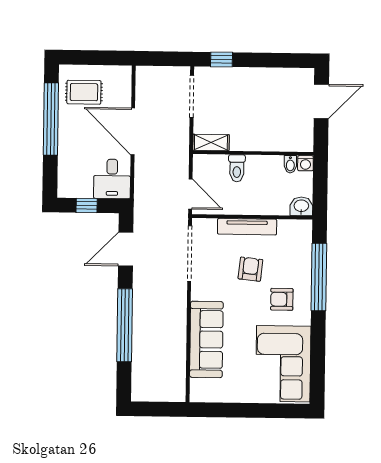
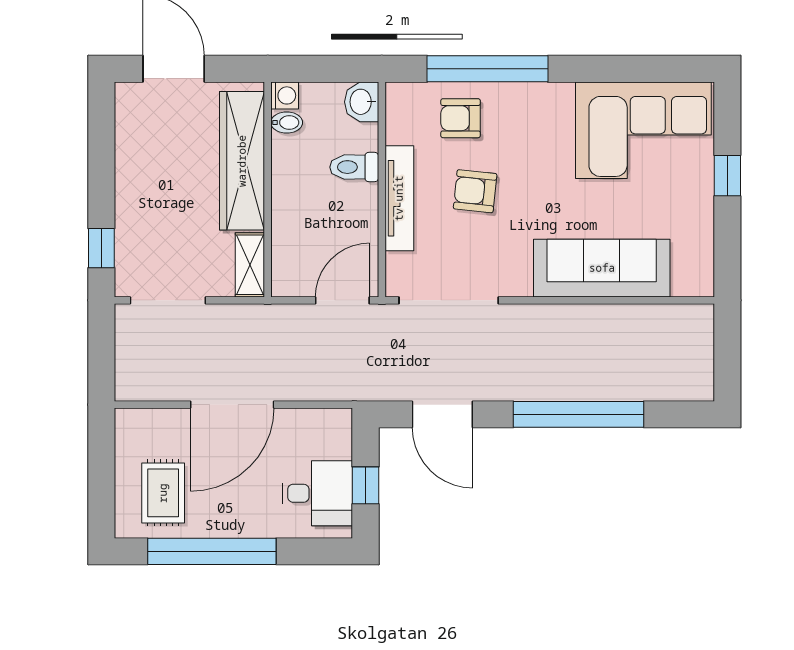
wardrobe: (269, 139) -> (242, 161), added
toilet: (237, 168) -> (354, 167), moved, turned 180
desk: (112, 179) -> (317, 493), moved
armchair: (282, 299) -> (461, 118), moved, turned 90
window: (257, 411) -> (727, 176), added

